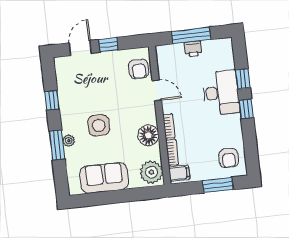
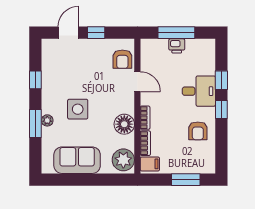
desk: (221, 93) -> (199, 91), width x0.73
armchair: (229, 158) -> (198, 131), moved

